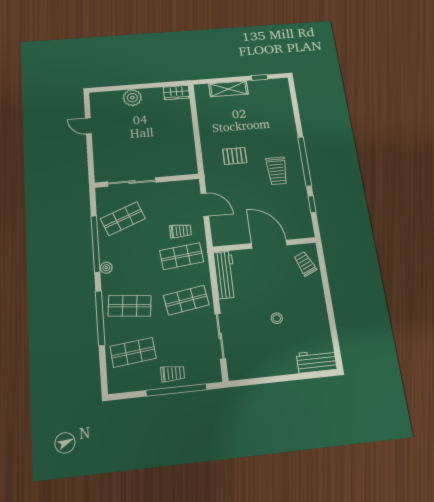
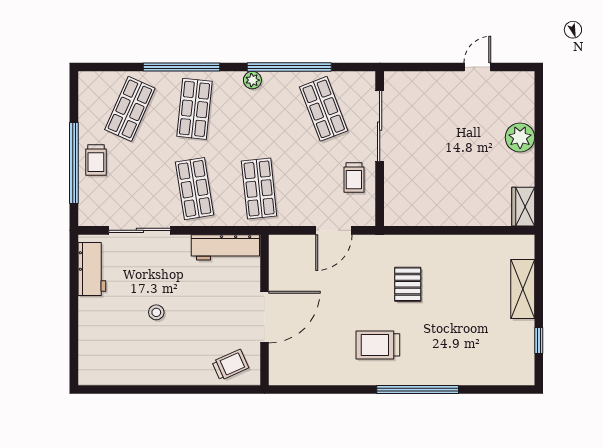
window: (305, 161) -> (418, 390), moved
window: (312, 204) -> (320, 390), removed
trolley: (180, 231) -> (354, 178), moved
shop shelf: (133, 352) -> (130, 109), turned 30
workbench: (317, 361) -> (92, 269), moved

